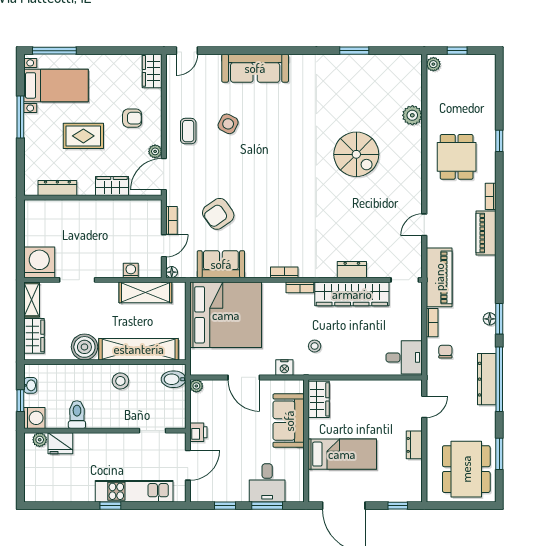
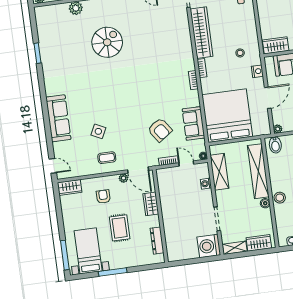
dresser: (352, 270) -> (185, 35), removed
boiler: (84, 347) -> (265, 203), width x0.54, depth x0.54
stool: (120, 381) -> (280, 198), moved

